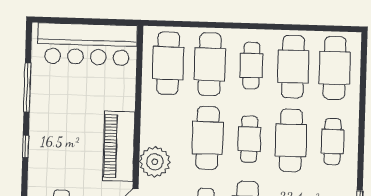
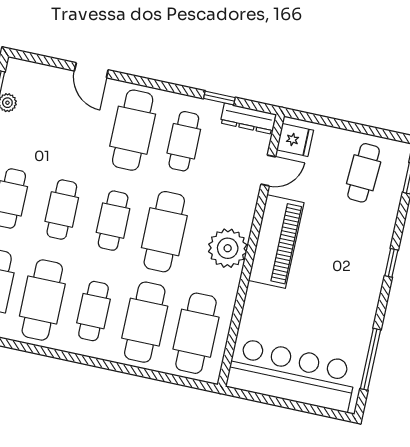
window: (27, 87) -> (370, 359), moved
cafe table: (291, 140) -> (62, 210), width x0.73, depth x0.74
plant: (155, 162) -> (228, 248), moved

